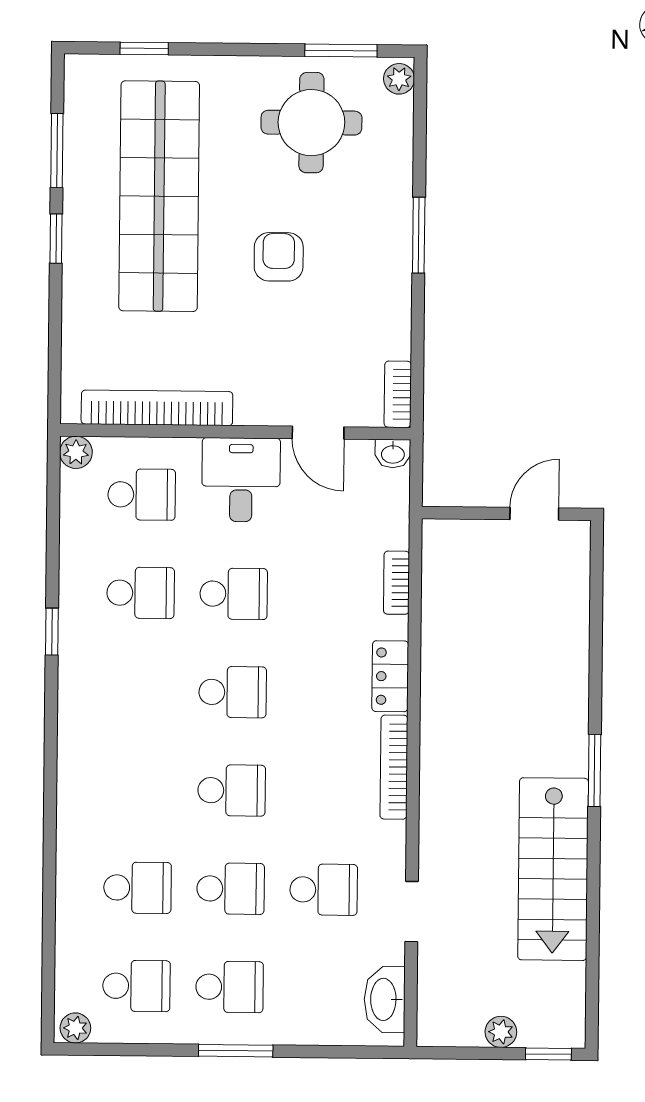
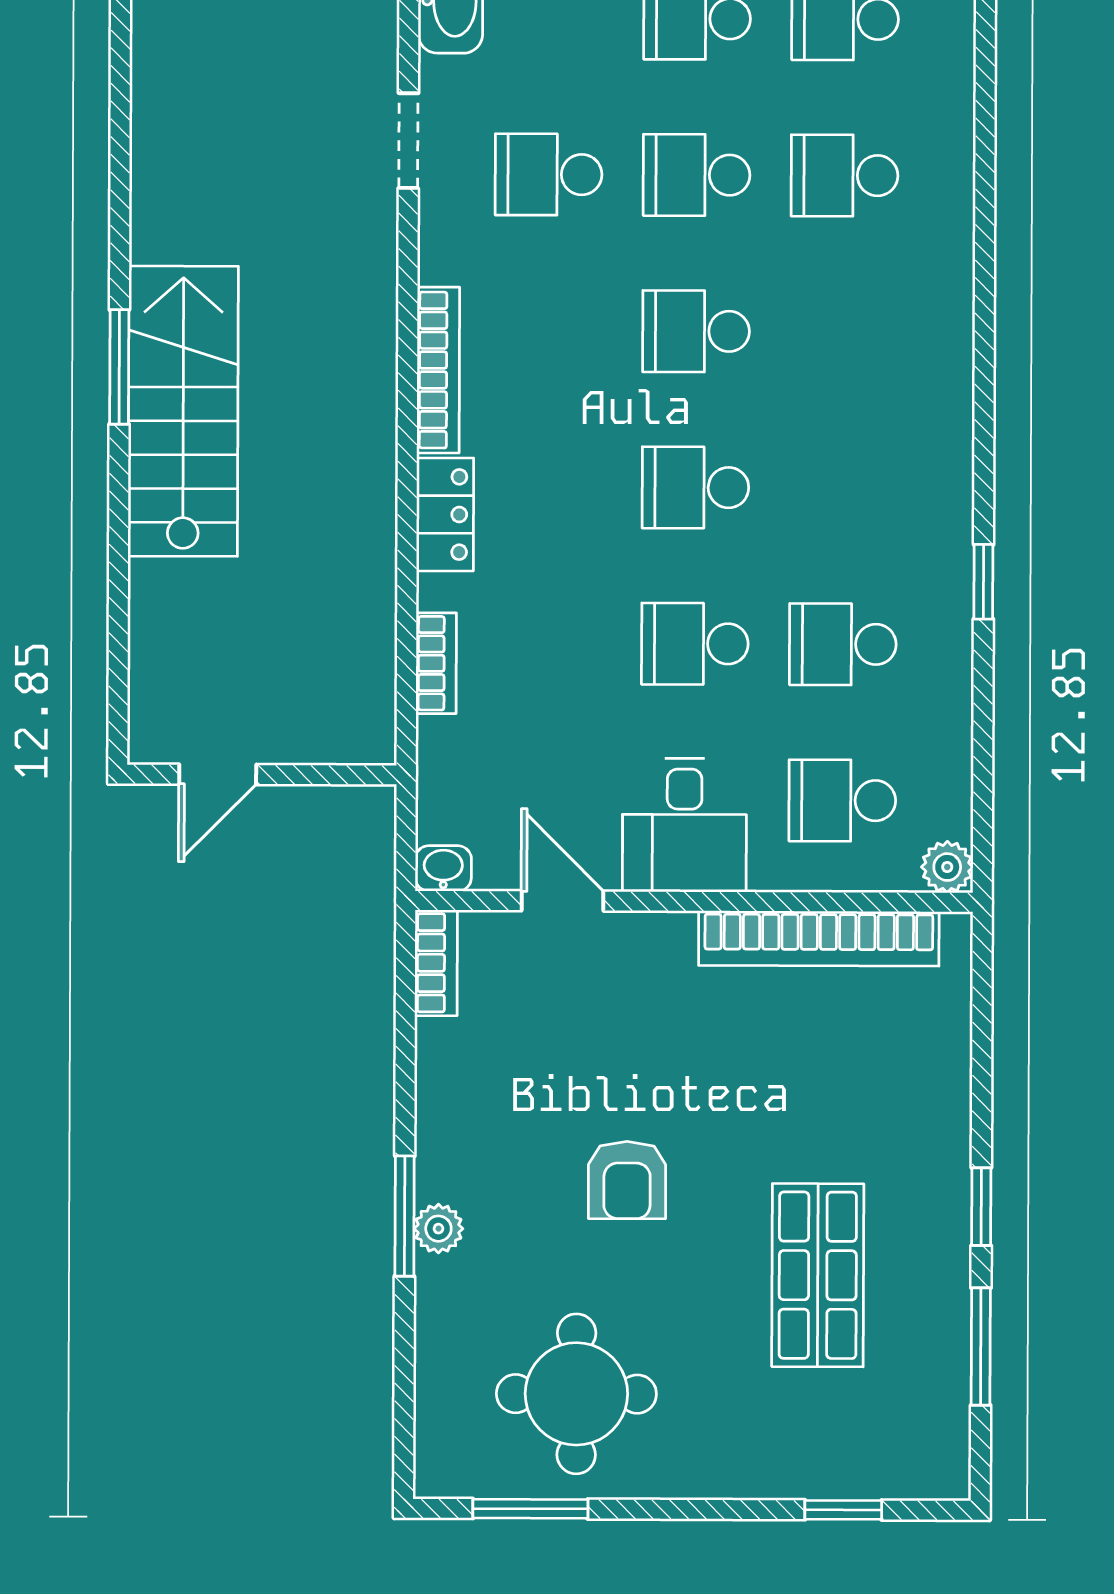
plant: (399, 79) -> (438, 1229), moved
shop shelf: (159, 196) -> (818, 1275), width x0.50, depth x0.74
stairs: (553, 869) -> (183, 411), moved

